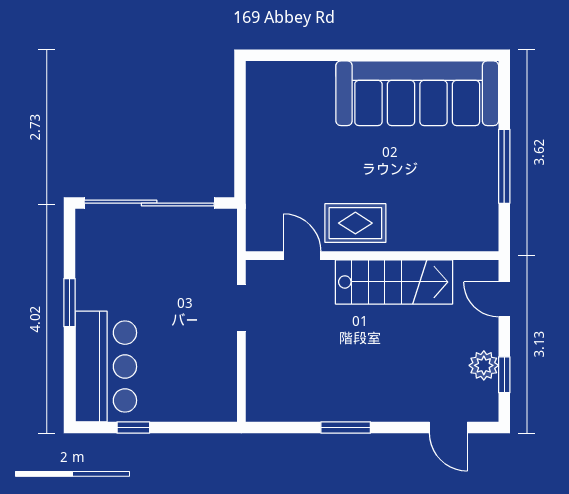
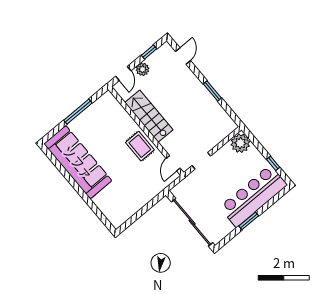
door: (302, 256) -> (173, 163), moved
plant: (484, 365) -> (143, 69), moved
bar counter: (106, 367) -> (253, 196), width x1.36
plant: (215, 400) -> (240, 143), added

